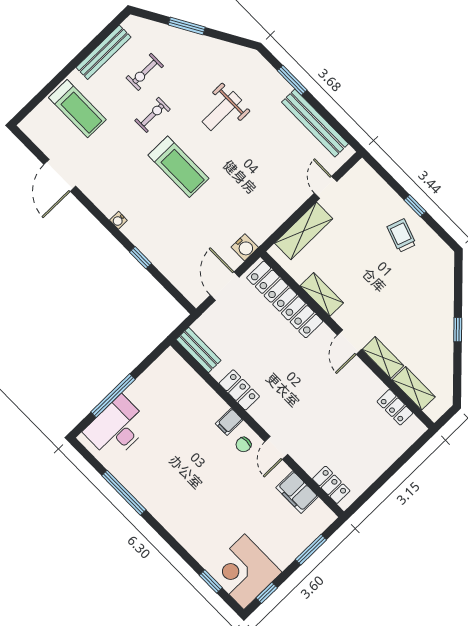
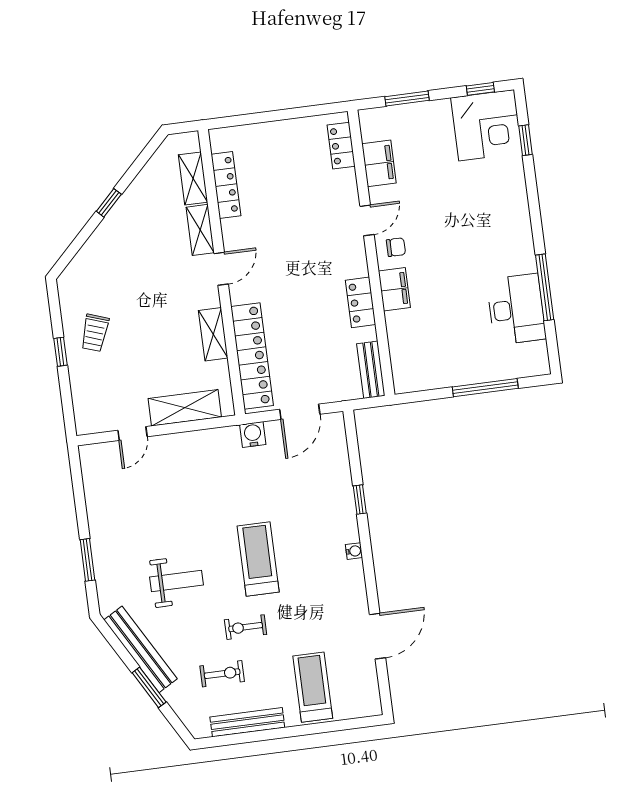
bench: (315, 123) -> (140, 649), moved, turned -30
locker: (395, 407) -> (226, 185), width x1.53
filing cabinet: (229, 422) -> (394, 289), width x2.00
desk: (117, 428) -> (516, 309), moved, turned -90

